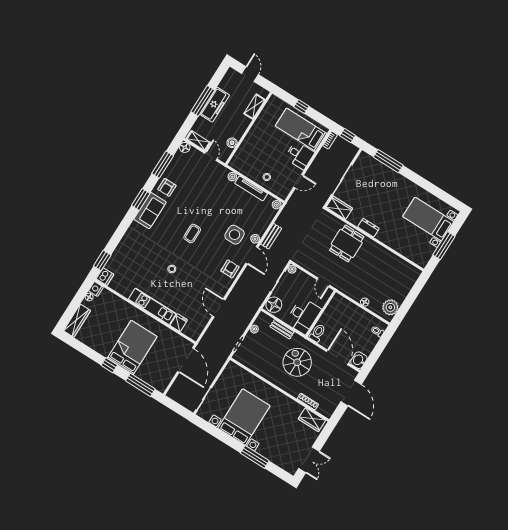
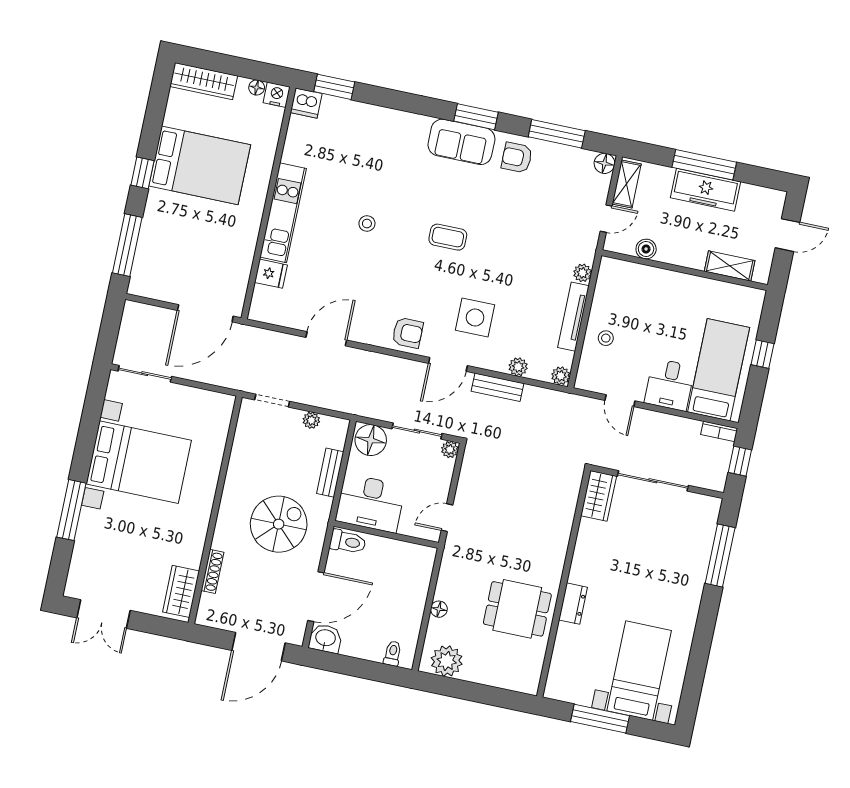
dresser: (368, 228) -> (573, 604), moved
plant: (255, 239) -> (518, 367), moved
dining table: (347, 243) -> (517, 609), moved
bed: (132, 348) -> (200, 165), moved

